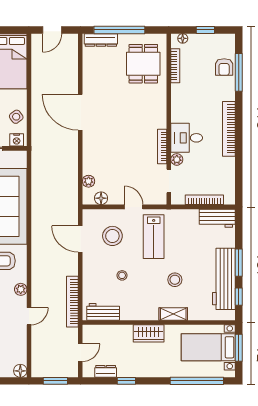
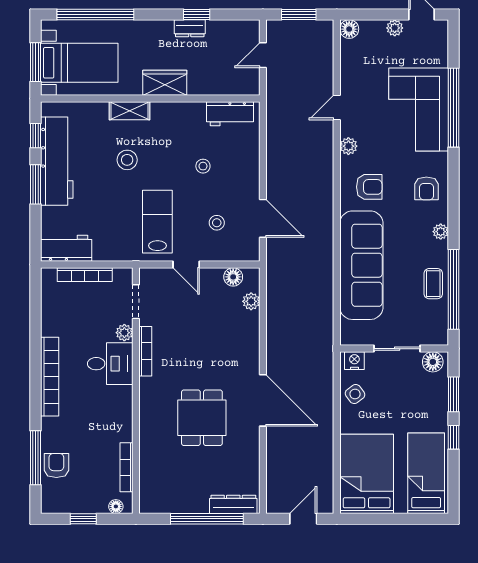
dining table: (143, 64) -> (202, 418), moved
stool: (112, 236) -> (217, 223), width x0.53, depth x0.53
bookcase: (72, 302) -> (274, 128), removed
dresser: (106, 371) -> (190, 28), moved

